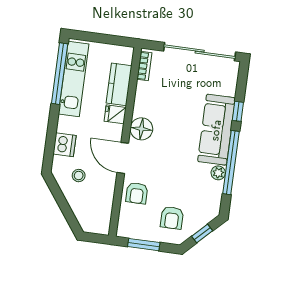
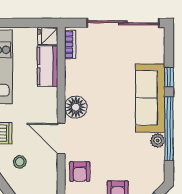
fridge: (115, 114) -> (48, 36), moved

